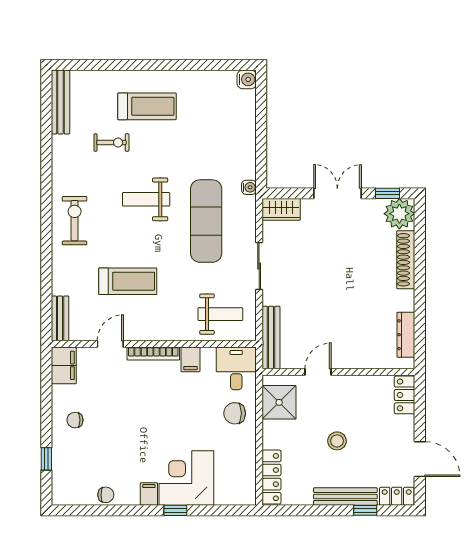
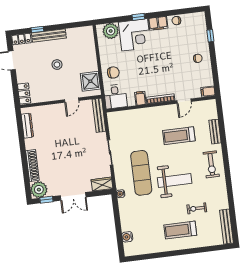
water cooler: (247, 79) -> (127, 237), moved
weight bench: (146, 199) -> (175, 180), width x1.36, depth x1.33
weight bench: (220, 314) -> (127, 124), removed
bench: (60, 318) -> (215, 132), moved
filing cabinet: (64, 365) -> (208, 92), width x0.50
locker: (272, 477) -> (89, 41), removed
plant: (230, 491) -> (111, 31), added
filing cabinet: (149, 494) -> (158, 23), width x2.00

